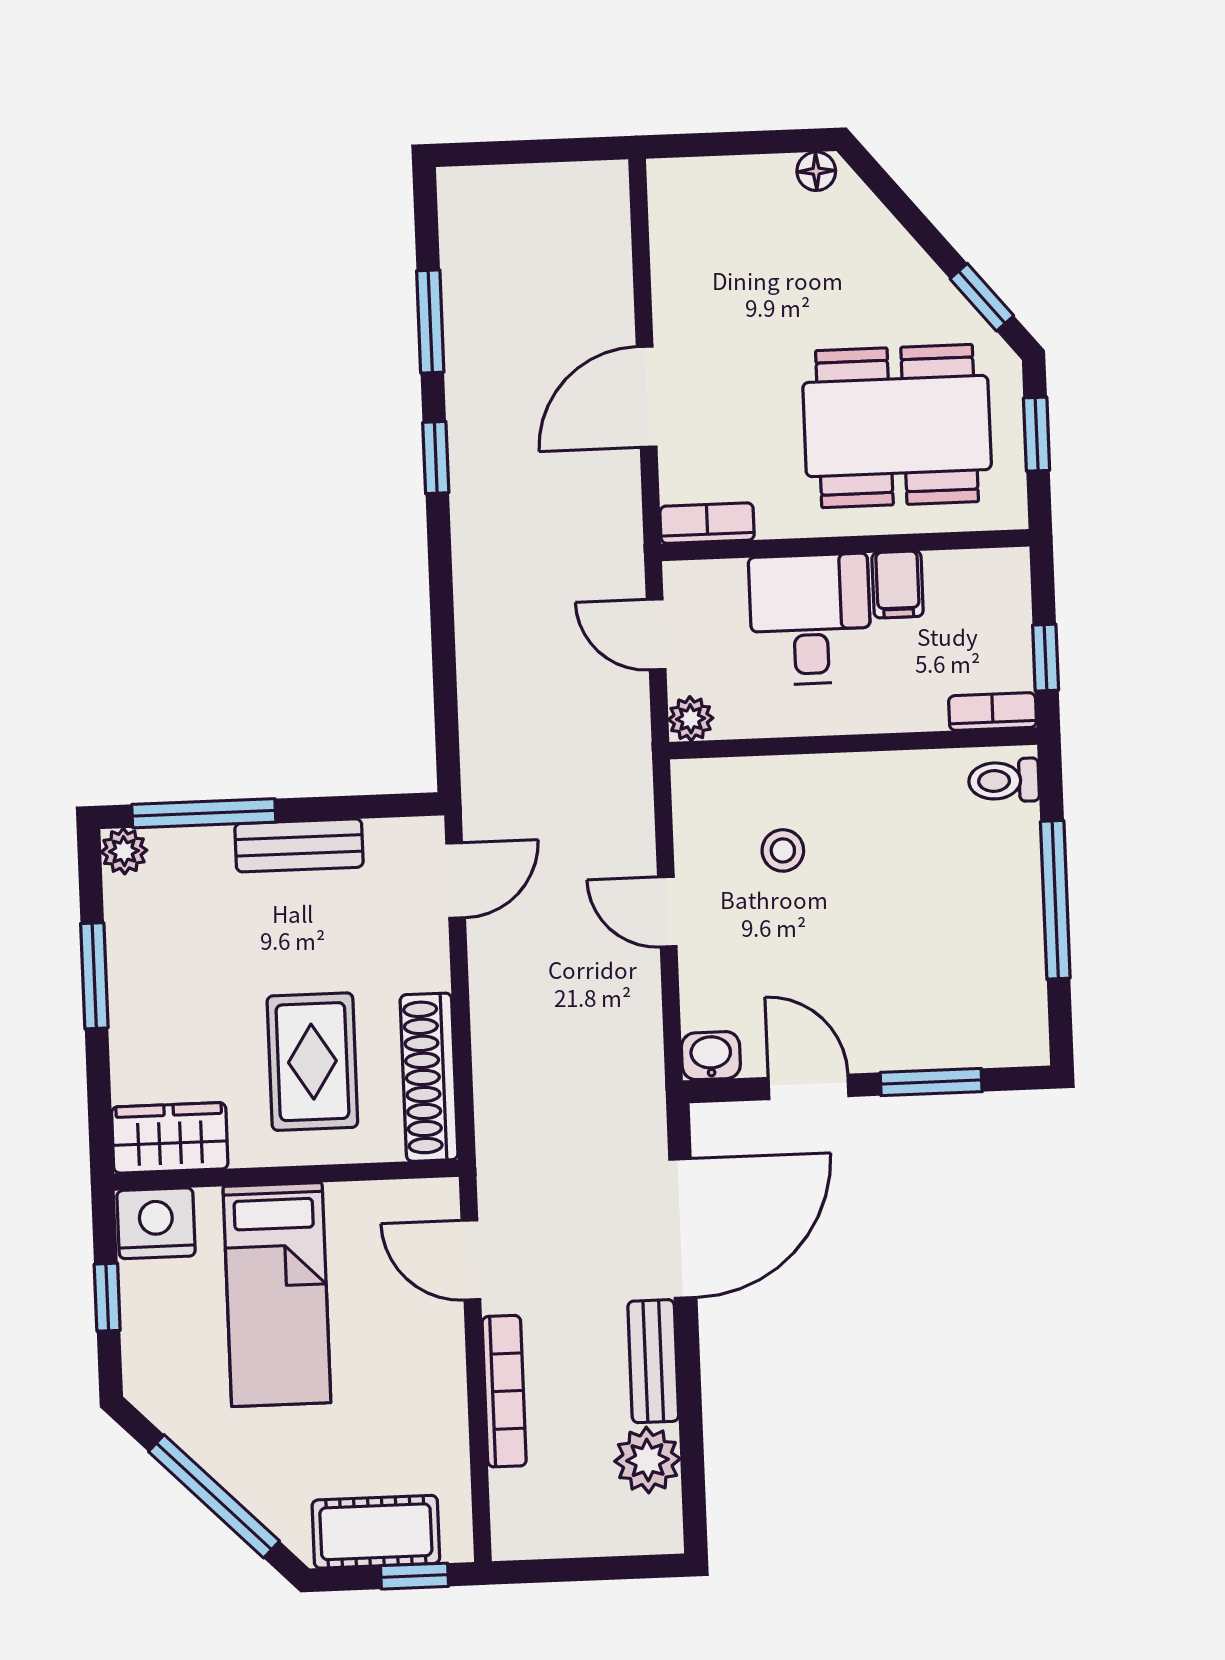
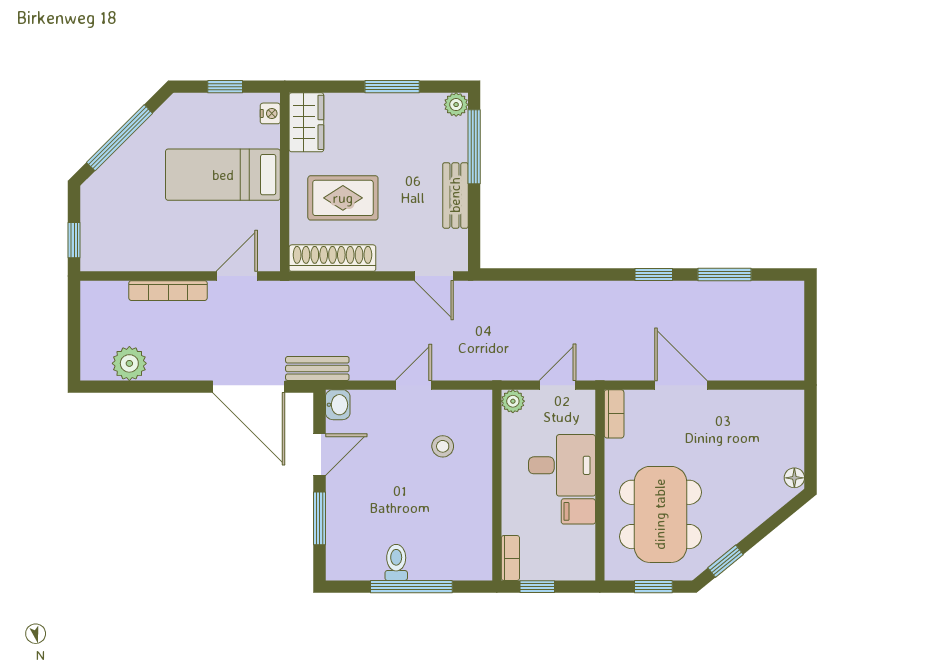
toilet: (1004, 781) -> (396, 562), moved
nightstand: (156, 1223) -> (270, 113), width x0.53, depth x0.56
bench: (653, 1361) -> (317, 368), moved
cot: (376, 1532) -> (98, 221), removed

